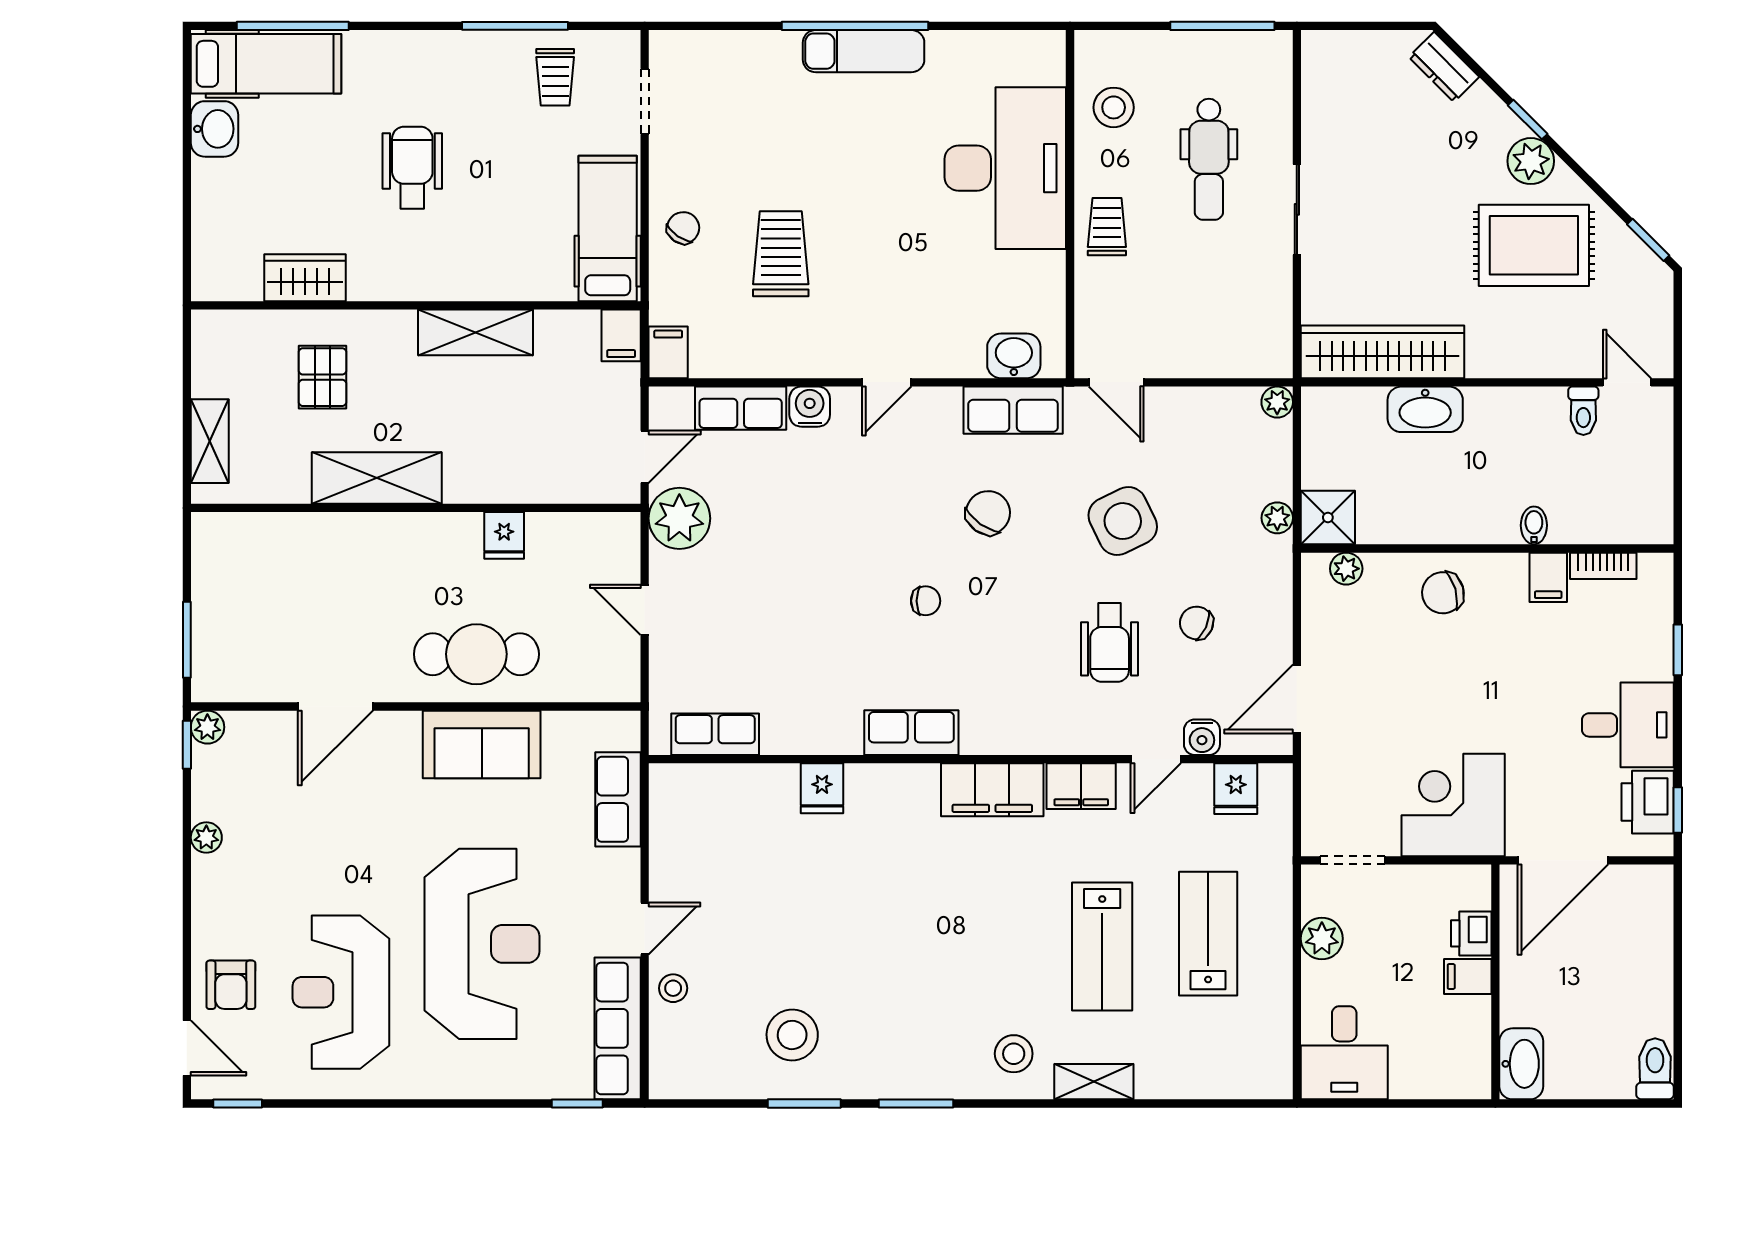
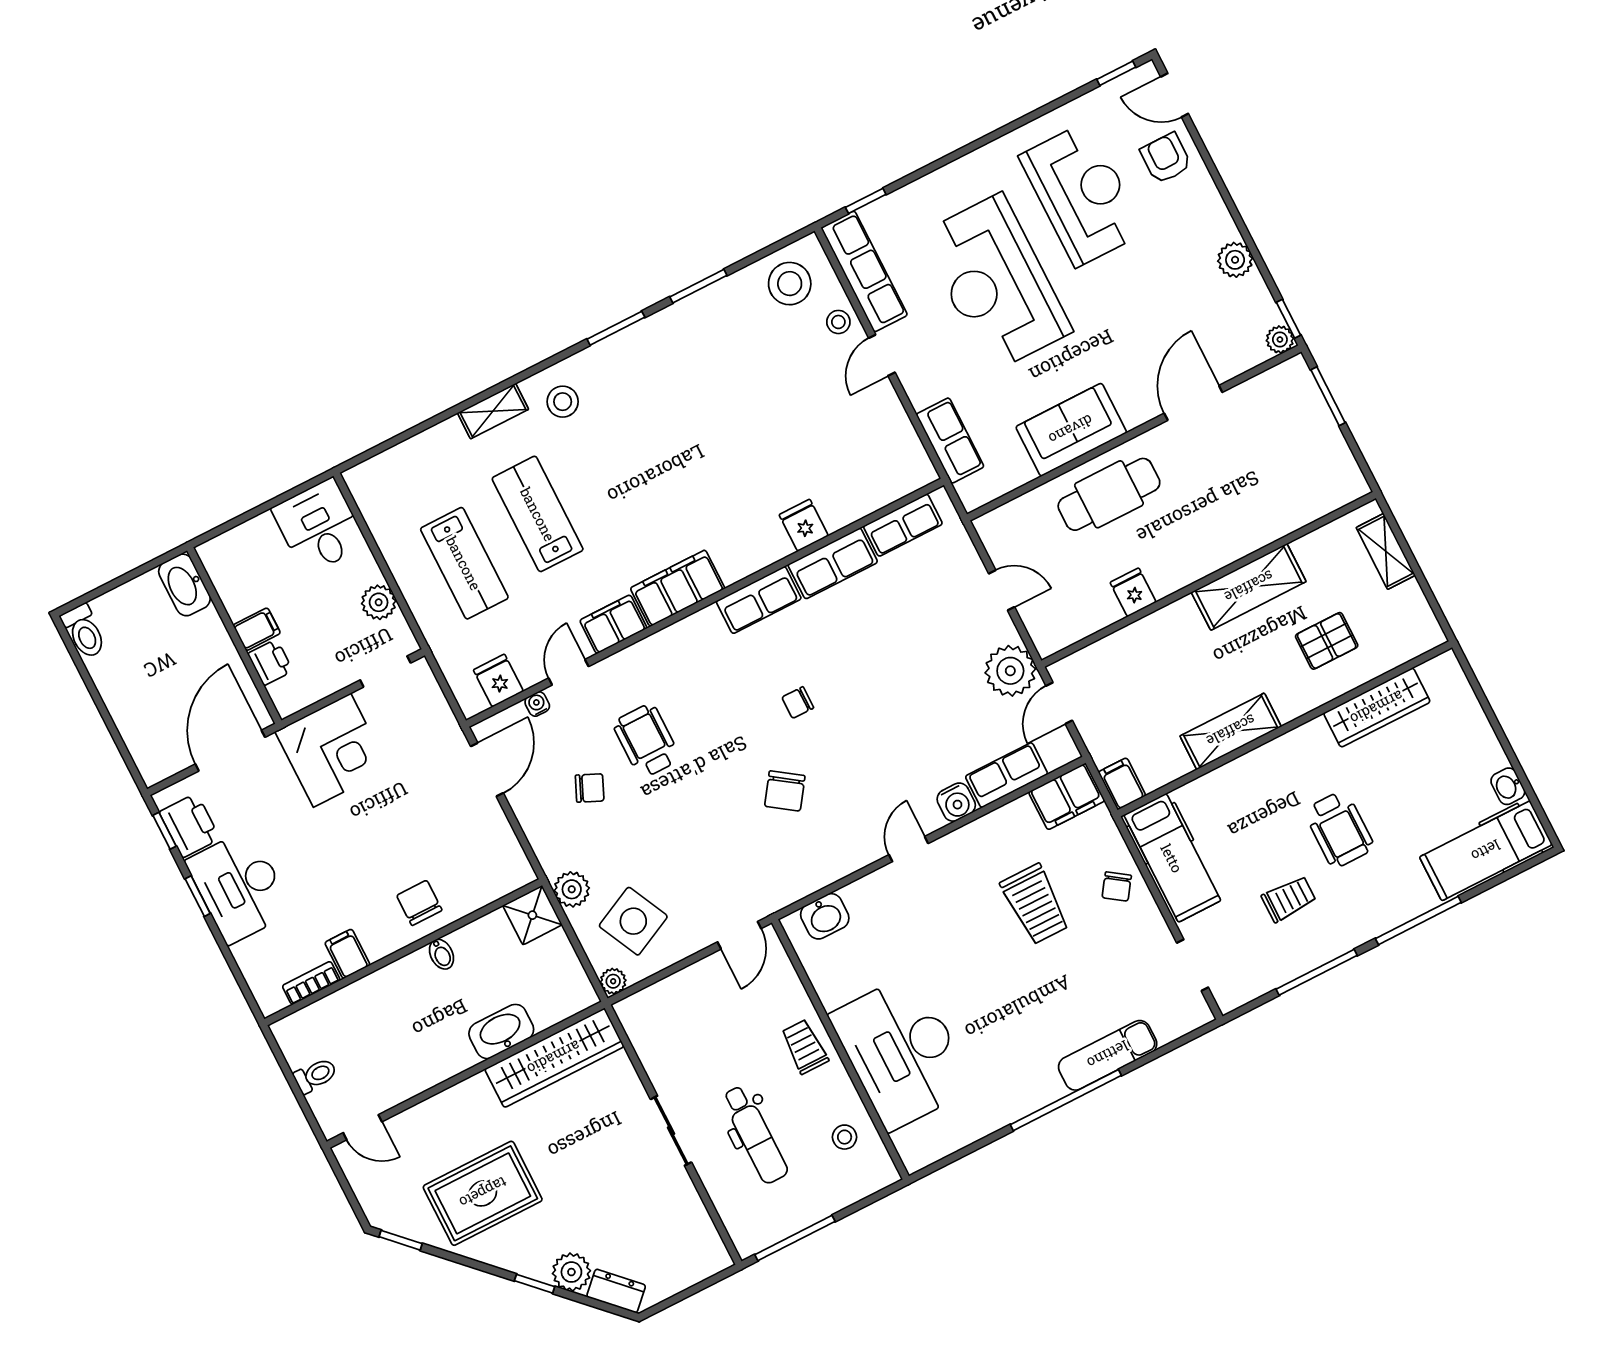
window: (293, 26) -> (1418, 920), moved
exam couch: (864, 51) -> (1108, 1055), moved
trolley: (555, 77) -> (1289, 899), moved, turned 90
stool: (1114, 107) -> (845, 1137), width x0.73, depth x0.73
washbasin: (214, 129) -> (1508, 786), width x0.72, depth x0.69
dental chair: (1209, 159) -> (755, 1135), turned 180
plant: (1531, 161) -> (571, 1272), moved
trolley: (1107, 227) -> (805, 1047), turned 180
wardrobe: (305, 278) -> (1377, 708), width x1.50
filing cabinet: (668, 352) -> (1067, 796), width x2.00
pallet: (322, 377) -> (1327, 641), turned 90
door: (1116, 382) -> (739, 935), swing flipped
row of seats: (1013, 410) -> (833, 563), moved, turned 180
toilet: (1583, 411) -> (315, 1075), moved, turned 90
plant: (1277, 518) -> (572, 889), width x1.38, depth x1.38
side table: (1123, 521) -> (633, 921), moved
bidet: (1534, 525) -> (441, 954), moved
plant: (1346, 569) -> (500, 884), removed
chair: (1443, 593) -> (419, 903), turned -74
window: (1678, 650) -> (198, 896), moved
desk: (1628, 725) -> (239, 887), width x1.37
water cooler: (1202, 737) -> (537, 704), width x0.72, depth x0.72
plant: (206, 837) -> (1235, 260), width x1.38, depth x1.38
stool: (792, 1035) -> (790, 284), moved

